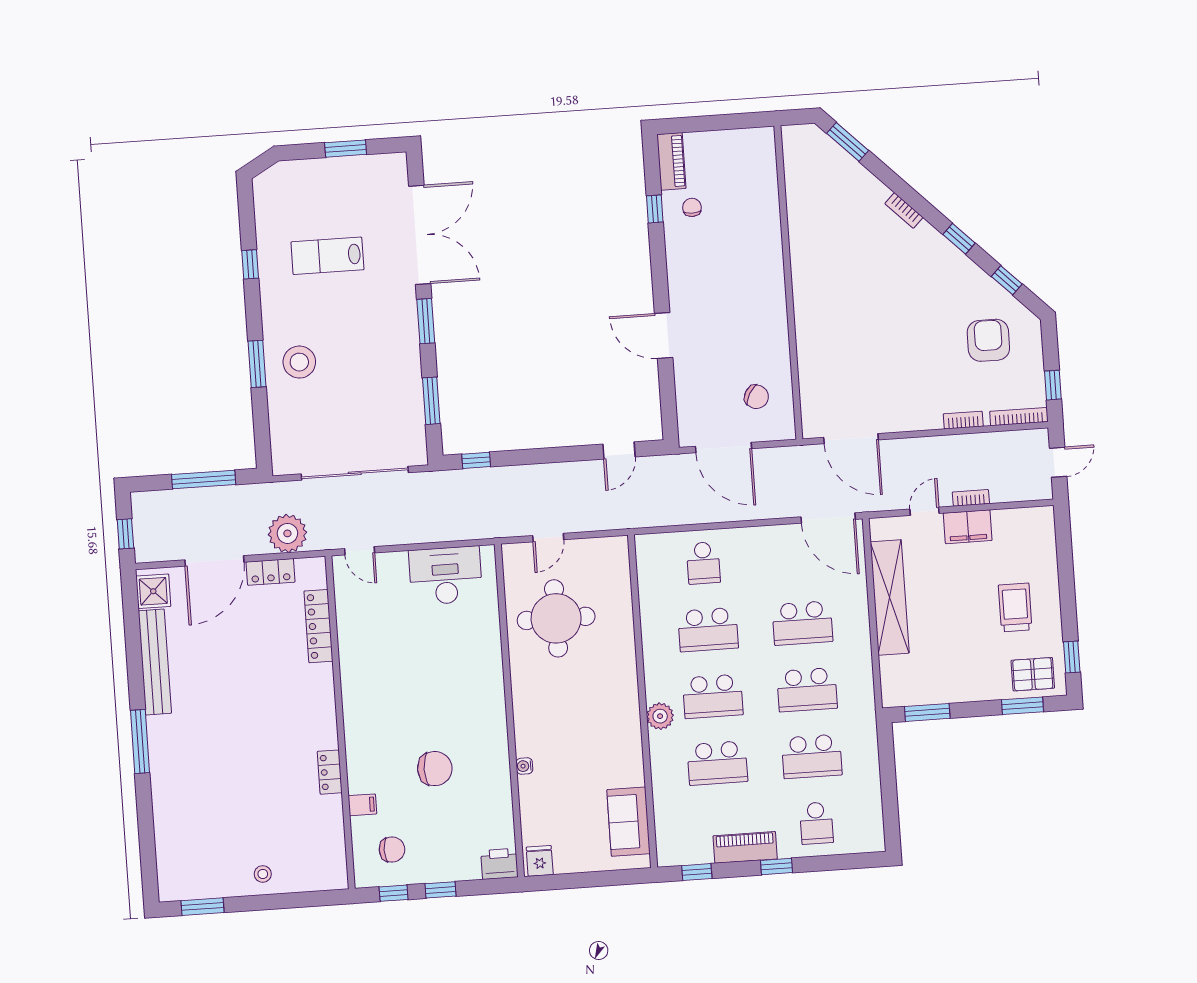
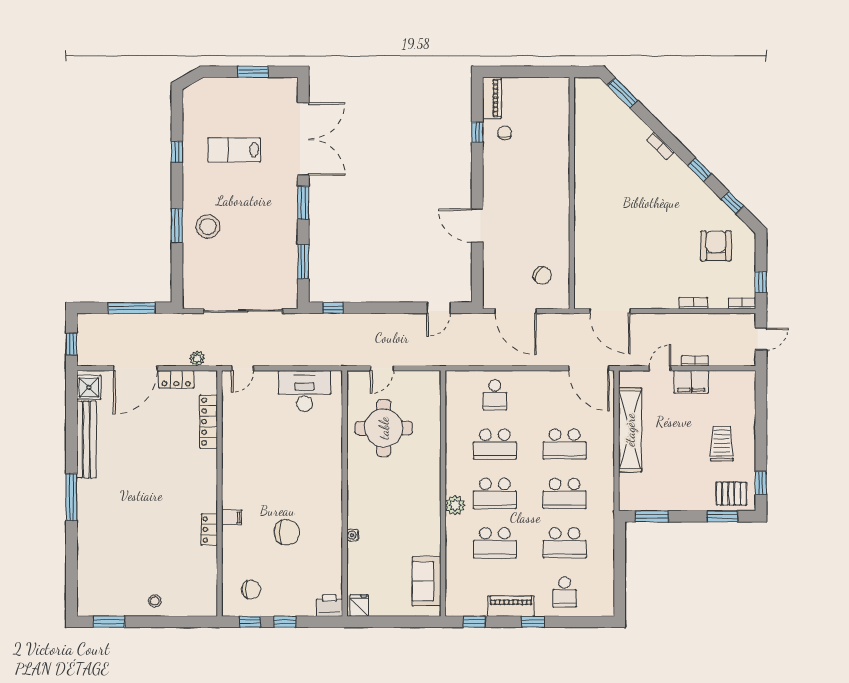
bookcase: (1019, 417) -> (742, 303), width x0.64
plant: (287, 533) -> (197, 358), width x0.53, depth x0.53
door: (360, 551) -> (243, 368), hinge flipped
filing cabinet: (362, 805) -> (232, 517), moved

